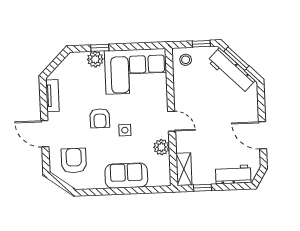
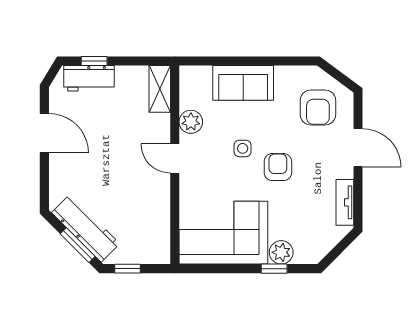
stool: (186, 60) -> (151, 246), removed
window: (203, 188) -> (94, 61), moved

